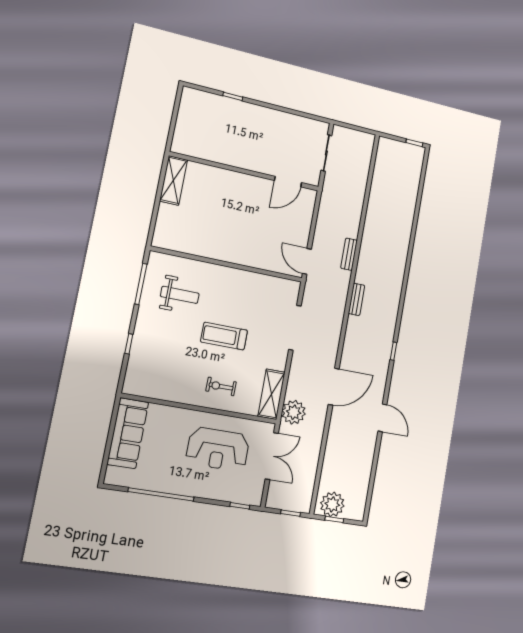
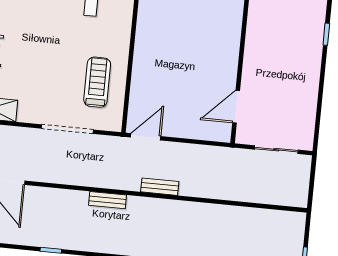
door: (288, 182) -> (236, 107), hinge flipped
treadmill: (224, 336) -> (97, 82), moved

